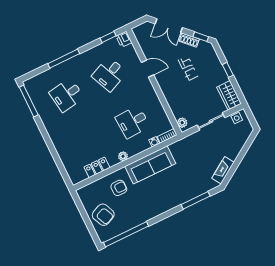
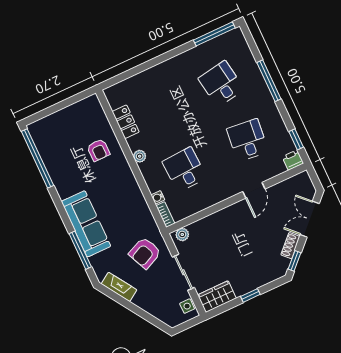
desk: (109, 74) -> (248, 140), turned 30
sofa: (150, 165) -> (86, 224), moved, turned 180
armchair: (103, 215) -> (145, 253), moved

